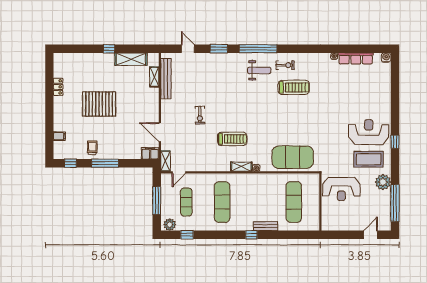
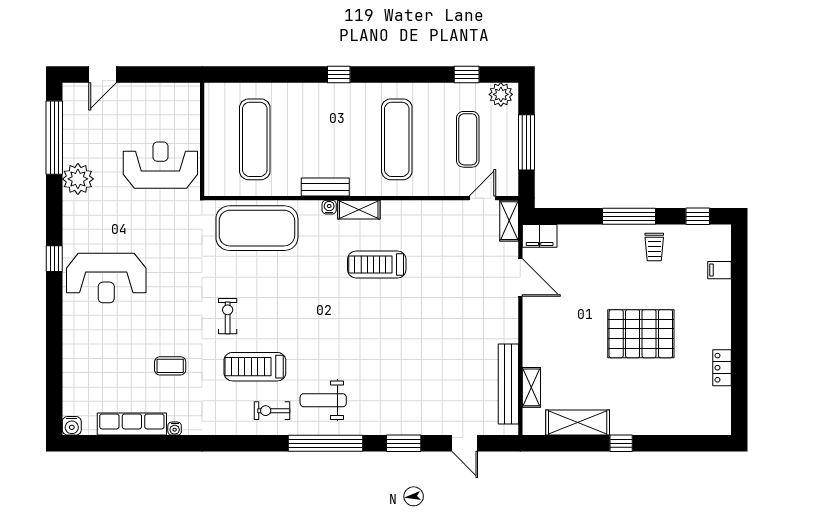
exercise bike: (200, 115) -> (228, 316), moved
coffee table: (368, 159) -> (170, 366), moved, width x0.54, depth x0.58
bench: (266, 226) -> (325, 187), moved

